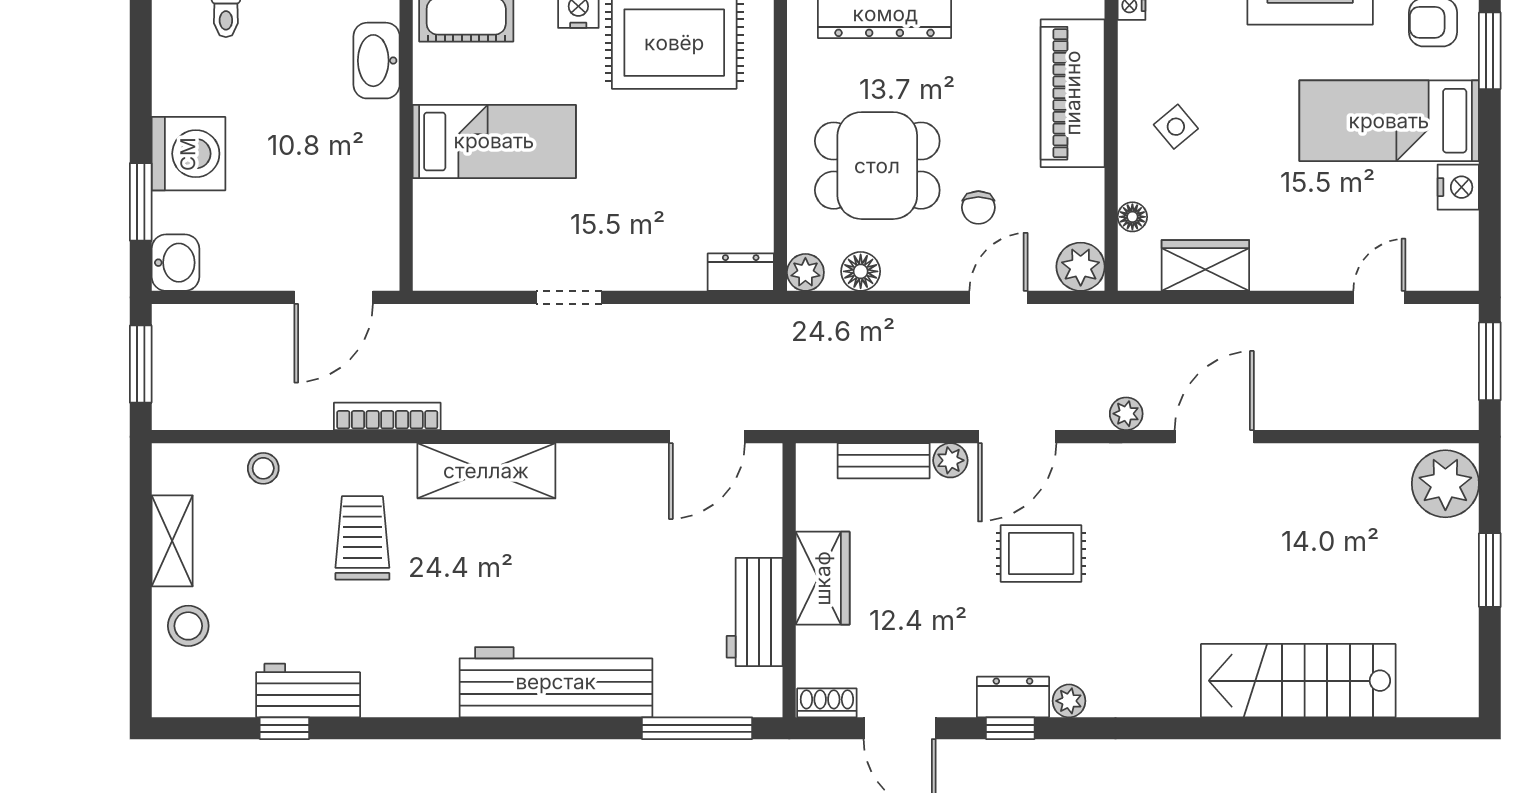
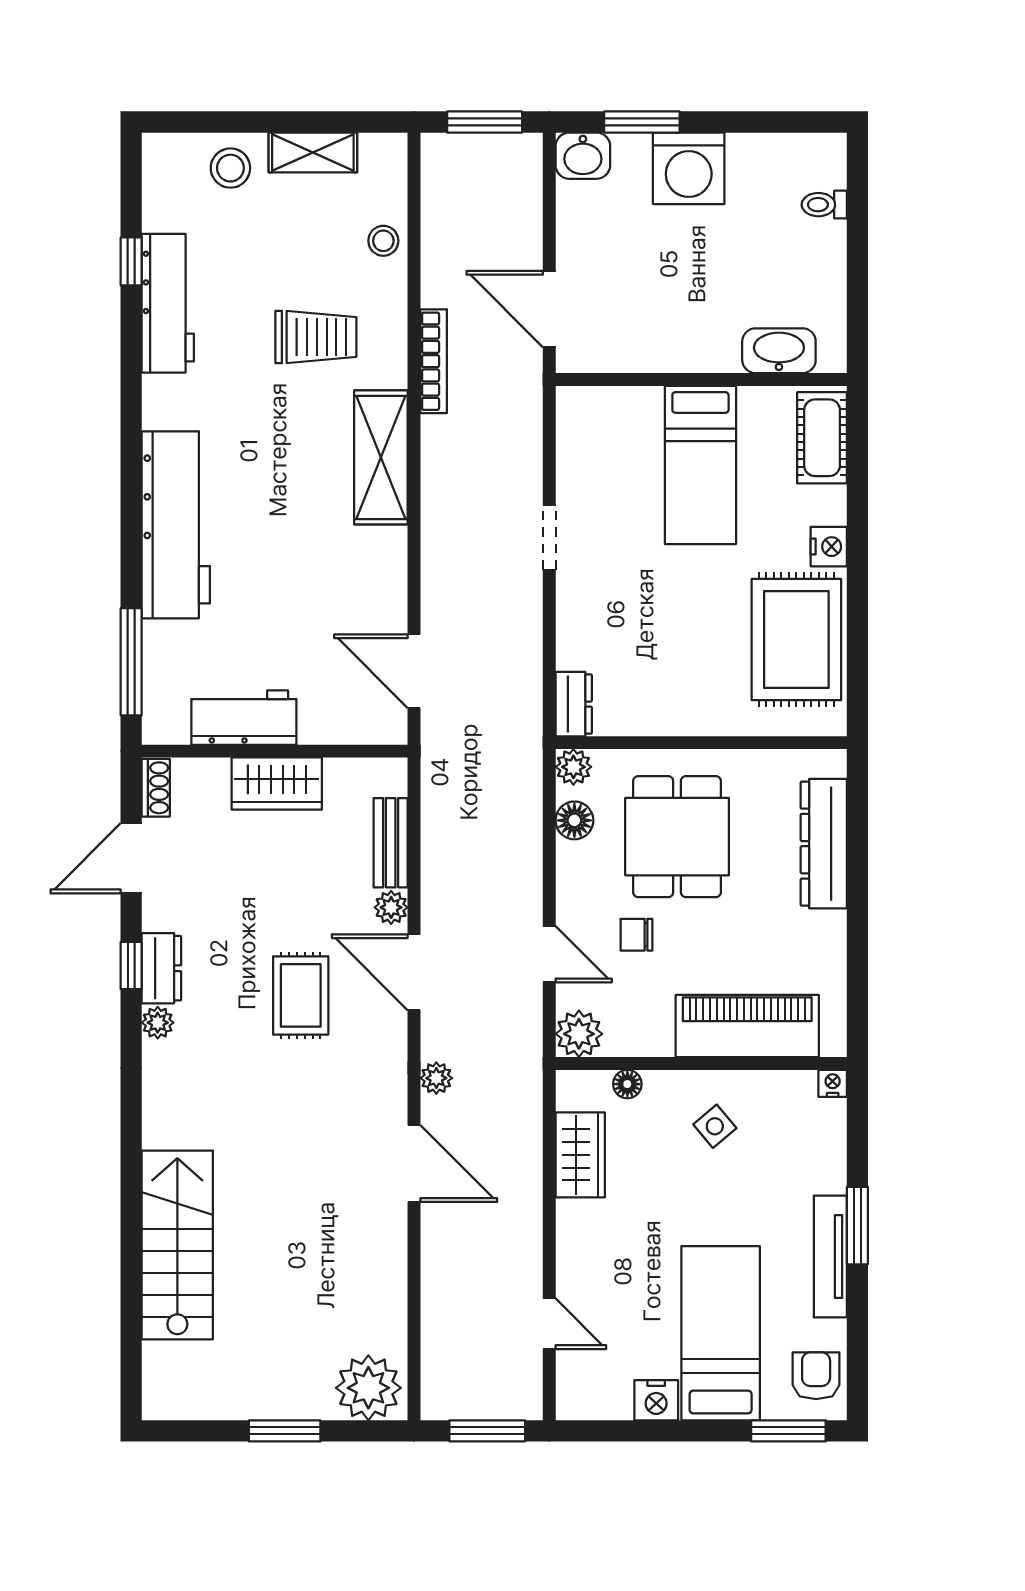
workbench: (308, 690) -> (168, 303), width x1.38

